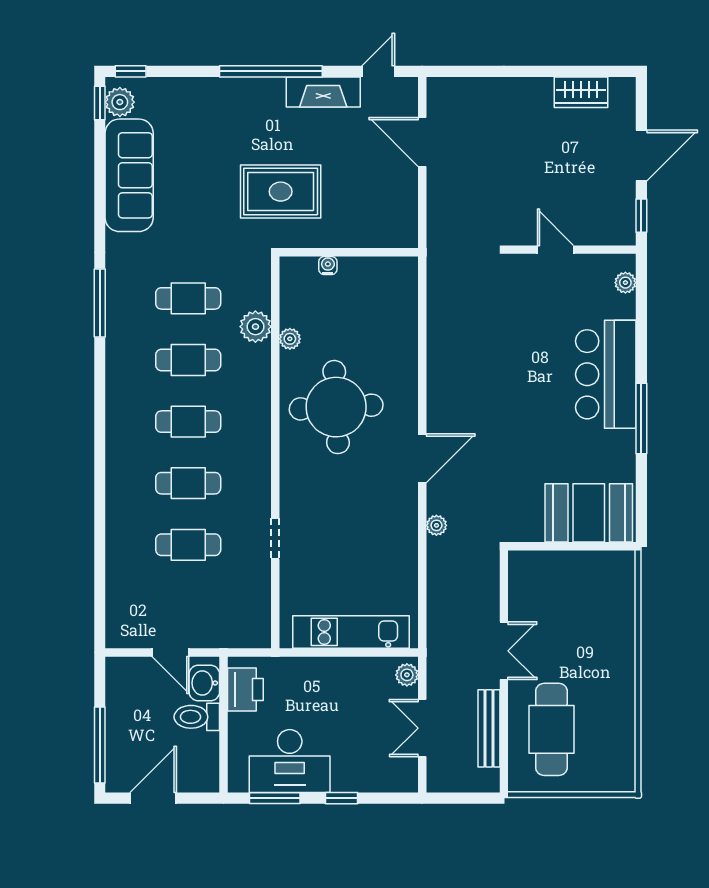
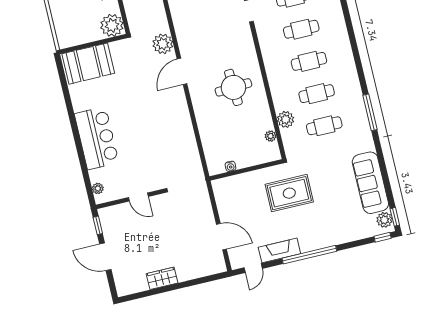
wardrobe: (581, 92) -> (162, 278), moved
door: (641, 156) -> (105, 257), hinge flipped
water cooler: (328, 266) -> (230, 166), moved
plant: (290, 339) -> (271, 136), moved
round table: (336, 407) -> (233, 87), width x0.73, depth x0.73
window: (641, 418) -> (73, 119), removed
plant: (436, 525) -> (163, 44), width x1.87, depth x1.87
plant: (529, 572) -> (112, 25), added

